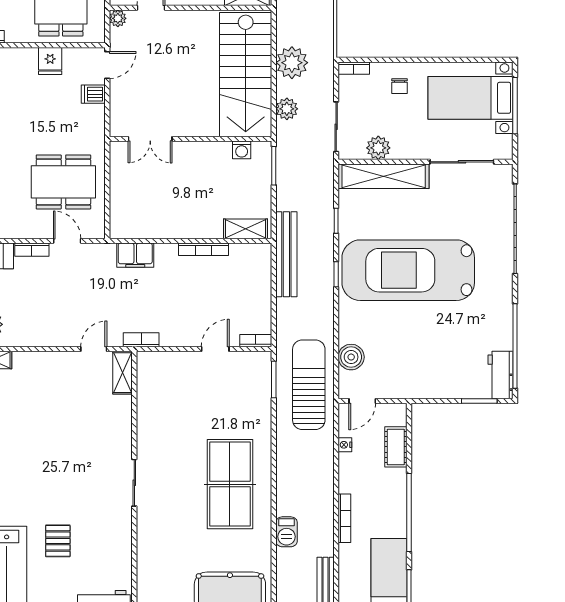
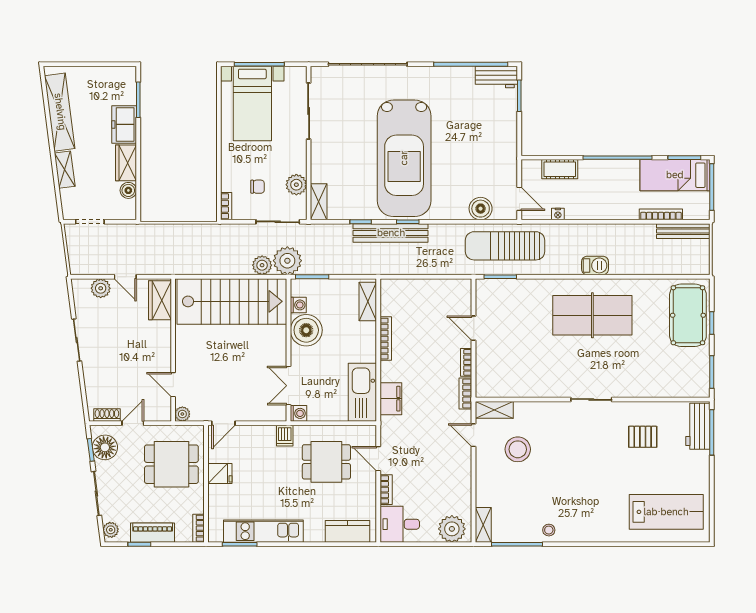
plant: (292, 63) -> (287, 261), moved
door: (107, 65) -> (223, 423), swing flipped
chair: (399, 86) -> (257, 187), moved
dishwasher: (93, 94) -> (285, 436), moved
double door: (150, 139) -> (288, 386), swing flipped
washing machine: (119, 150) -> (298, 413), added
boiler: (213, 159) -> (306, 330), added
shelving: (384, 176) -> (319, 202), width x0.45, depth x0.75
dining table: (63, 182) -> (326, 462), width x0.73
kitchen sink: (142, 223) -> (362, 392), added
door: (67, 241) -> (378, 459), hinge flipped
bench: (286, 254) -> (391, 233), moved
bookcase: (256, 341) -> (466, 362), moved
stool: (78, 399) -> (518, 449), added
bookcase: (344, 518) -> (661, 214), moved
barbecue: (286, 532) -> (595, 265), moved
pallet: (58, 541) -> (643, 437), moved

